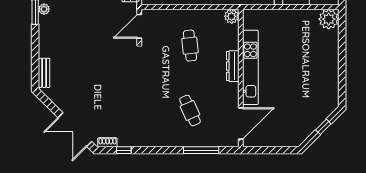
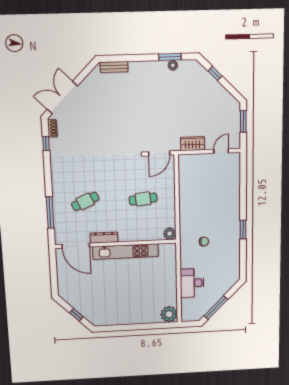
door: (139, 26) -> (159, 153), swing flipped
dresser: (233, 66) -> (104, 238), moved

